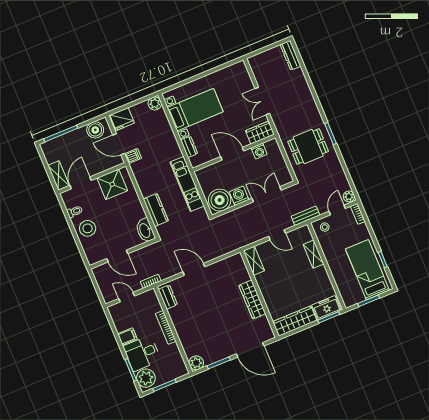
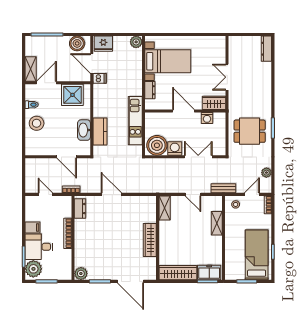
plant: (349, 196) -> (266, 173), moved
washbasin: (145, 230) -> (84, 130), moved
door: (117, 256) -> (67, 157), moved

